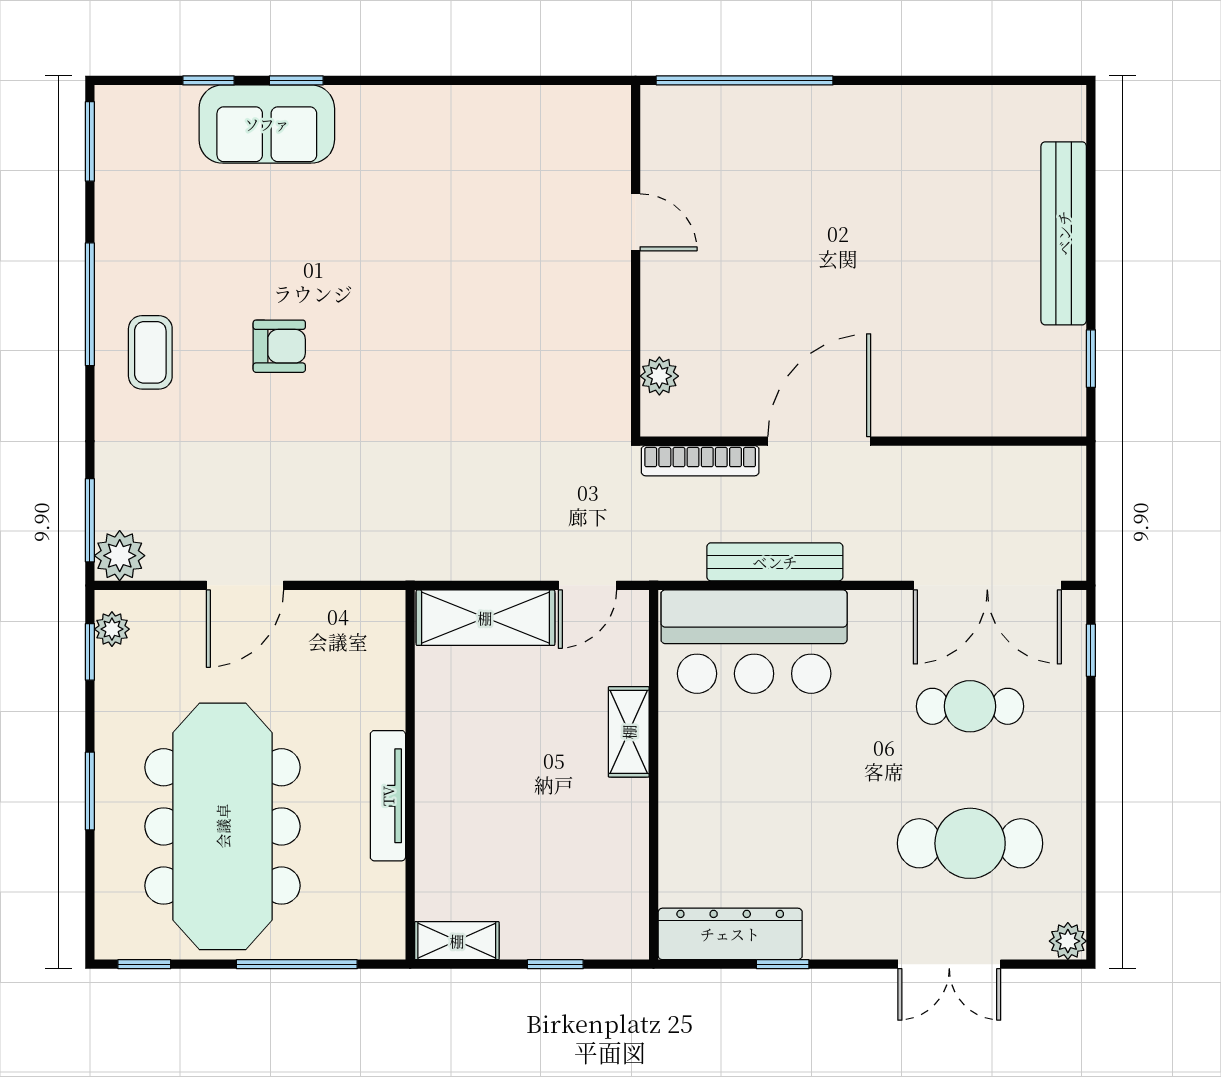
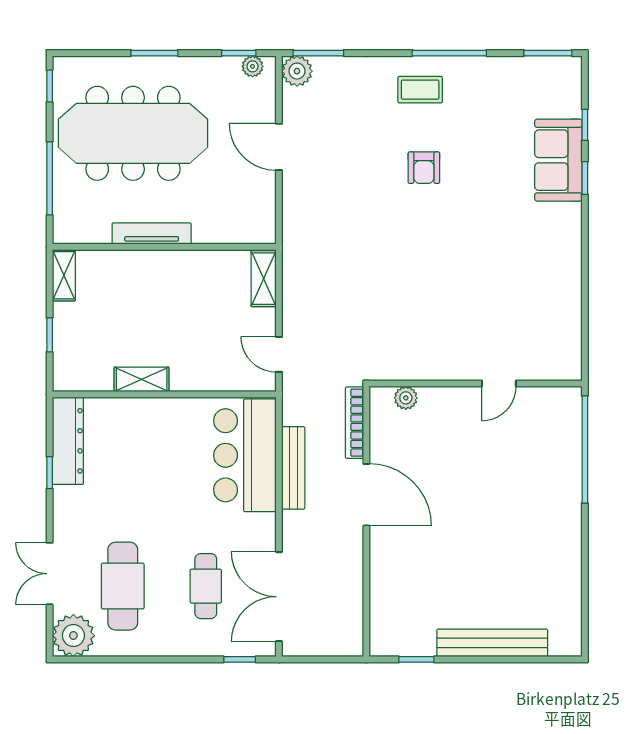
shelving: (485, 618) -> (264, 279), width x0.67, depth x0.75
shelving: (629, 732) -> (142, 379), moved
plant: (1068, 941) -> (73, 636), width x1.88, depth x1.88

